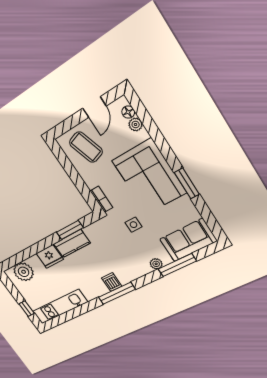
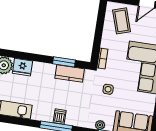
kitchen counter: (72, 244) -> (70, 73), moved
fridge: (50, 256) -> (22, 67), moved

